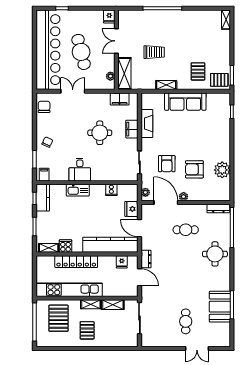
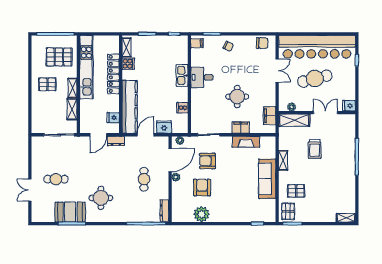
kitchen counter: (43, 198) -> (175, 42), removed
round table: (215, 254) -> (101, 198), moved

